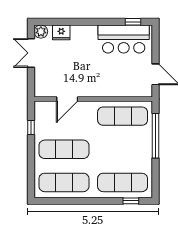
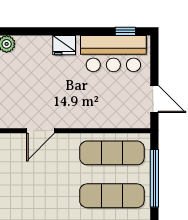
fridge: (61, 32) -> (64, 45), moved
exercise mat: (64, 149) -> (112, 196), moved

